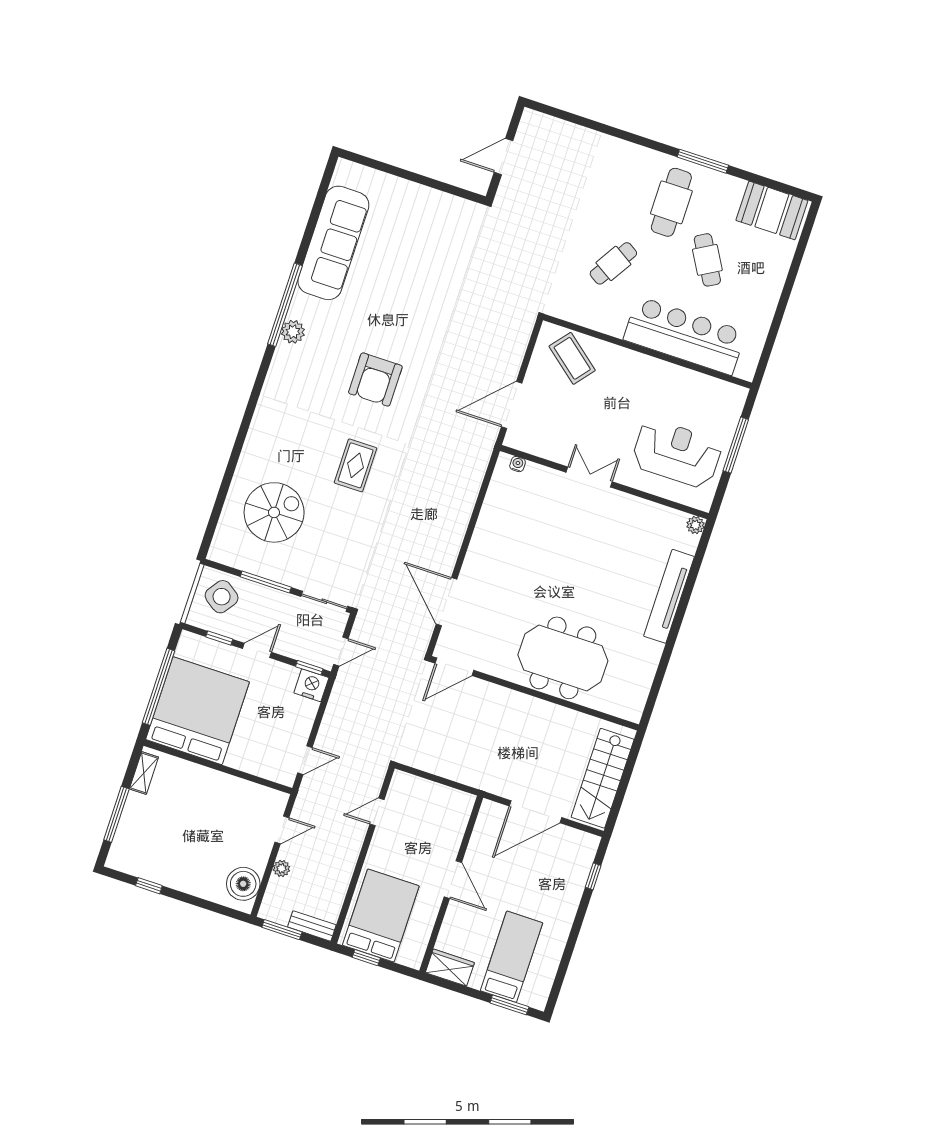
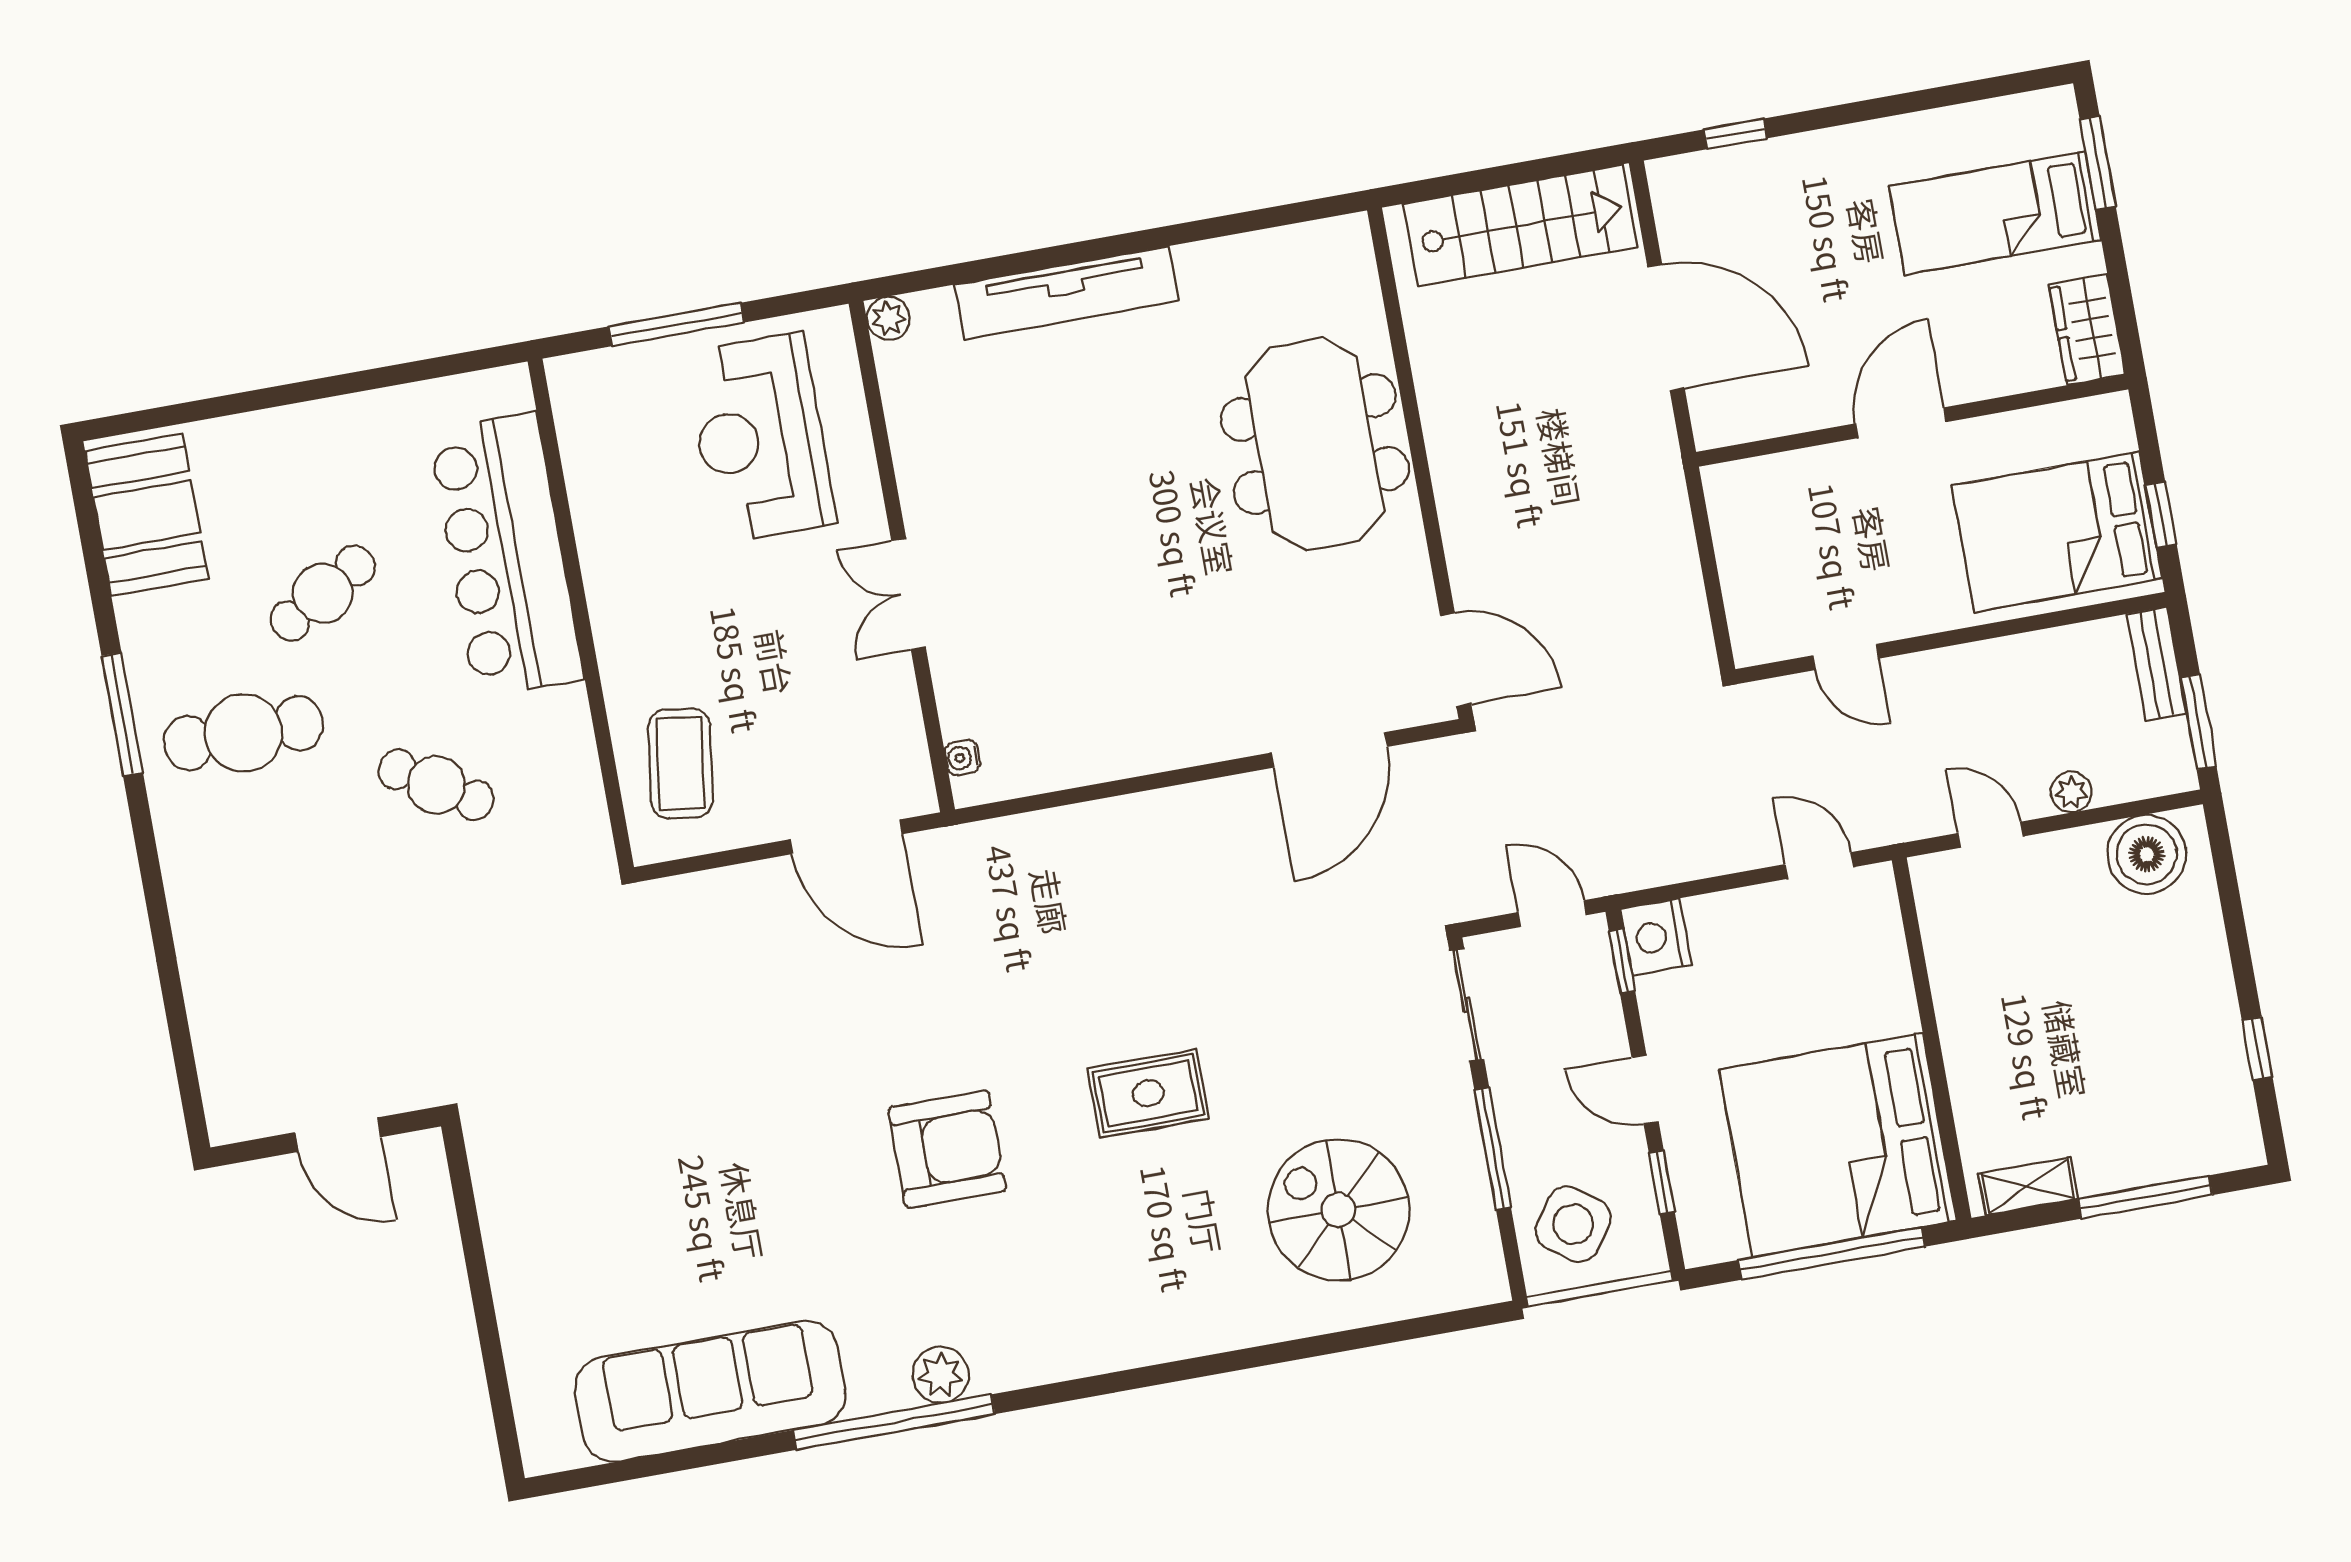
coffee table: (572, 358) -> (681, 764), turned -31

